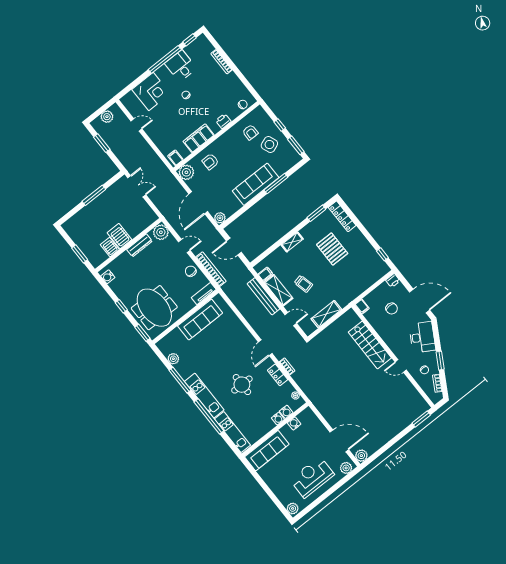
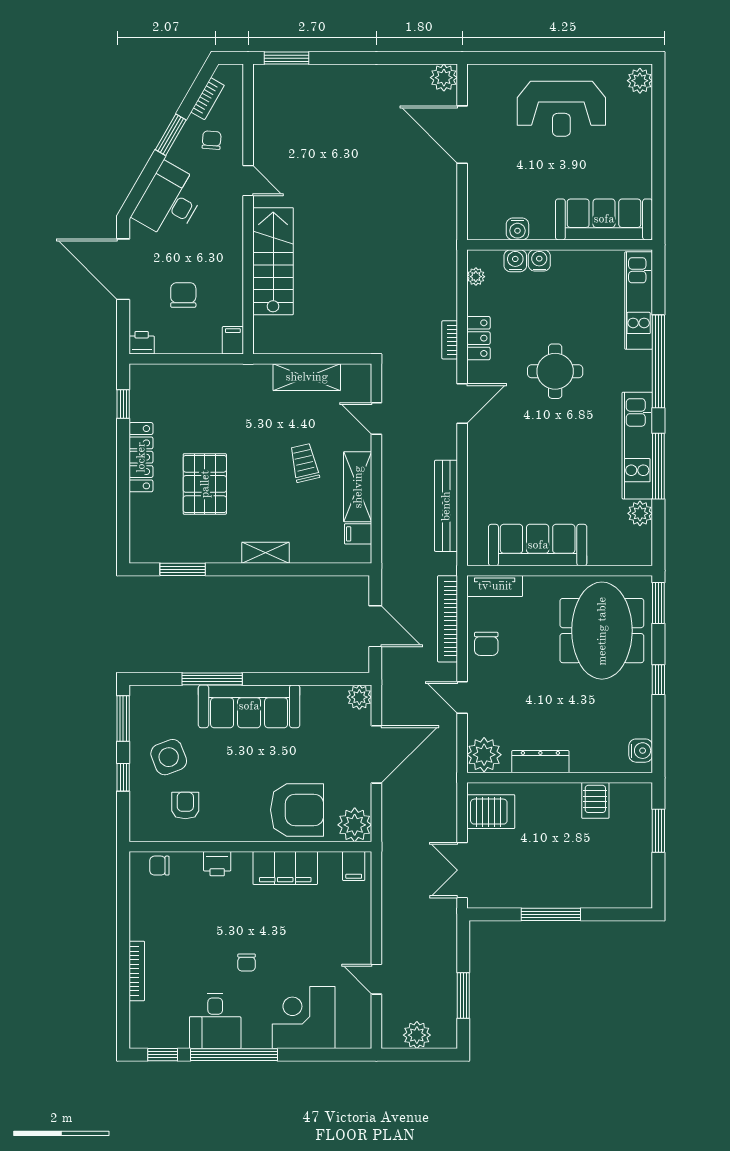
armchair: (210, 162) -> (297, 810), width x1.88, depth x1.88
locker: (342, 216) -> (141, 457), moved
server rack: (119, 236) -> (491, 812), moved, turned -90
bench: (264, 296) -> (446, 506), moved
kitchen unit: (204, 396) -> (637, 446), moved
plant: (346, 468) -> (488, 77), removed

